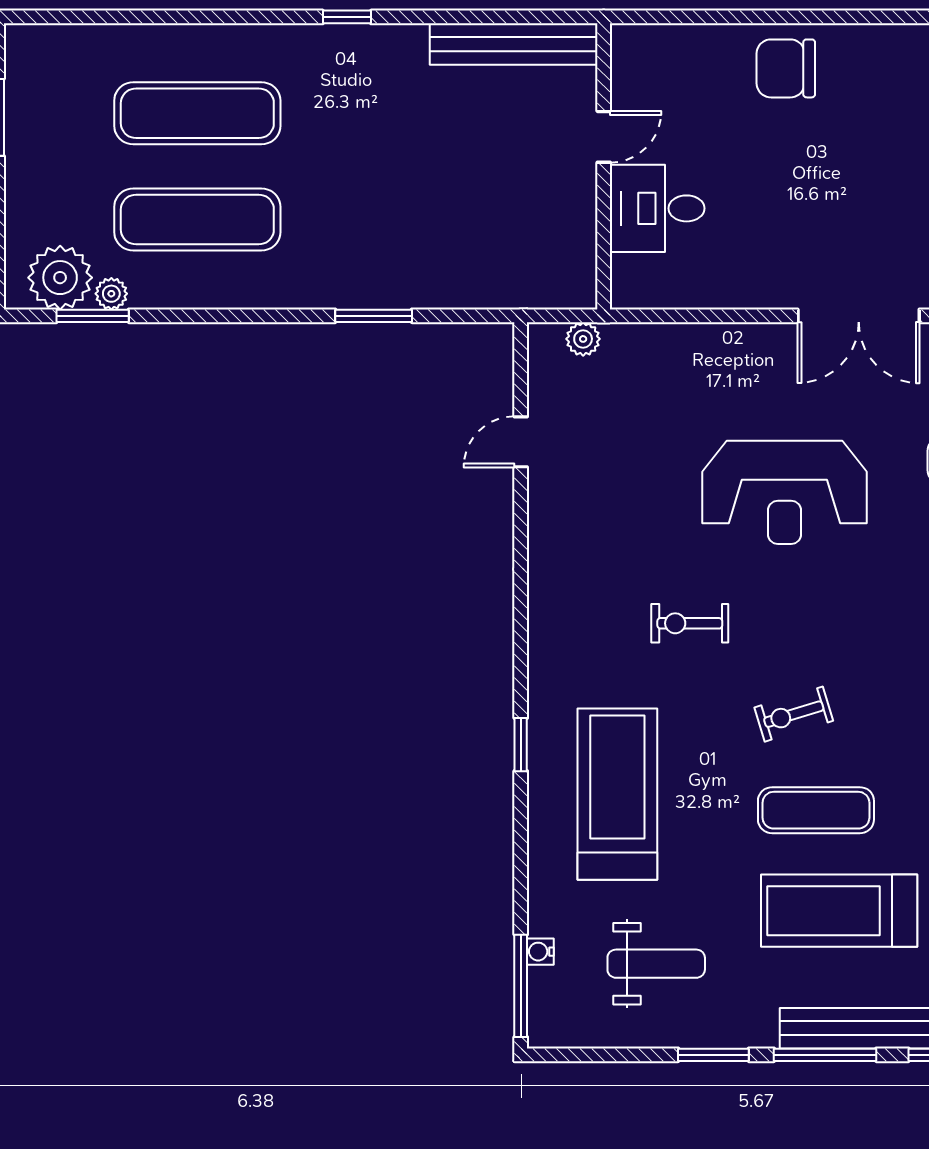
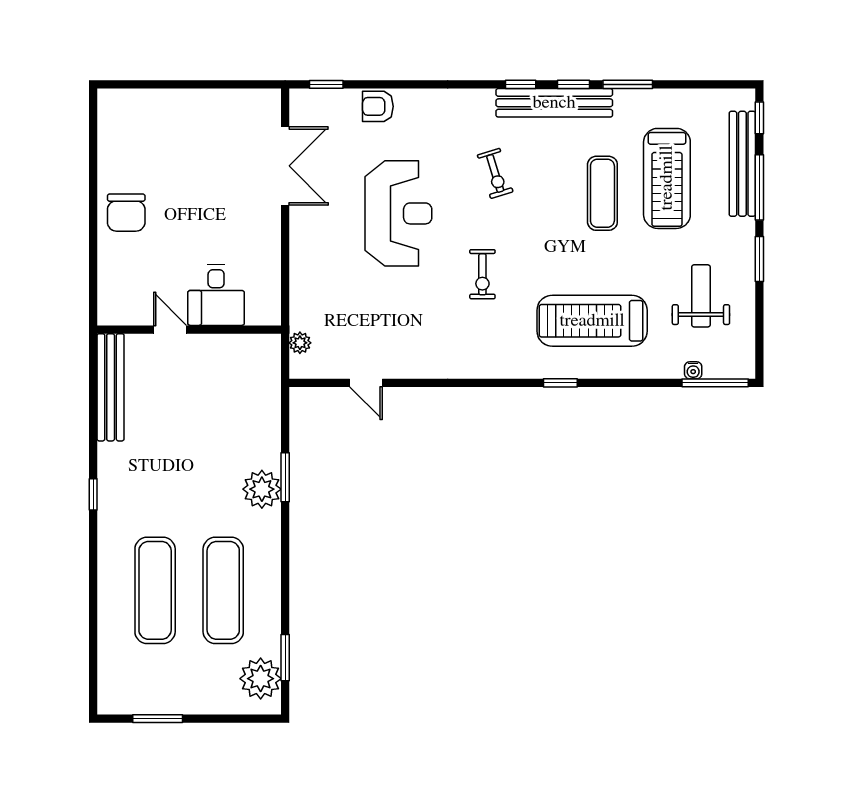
plant: (111, 294) -> (262, 489), moved, width x1.87, depth x1.87
exercise bike: (794, 714) -> (495, 173), moved

